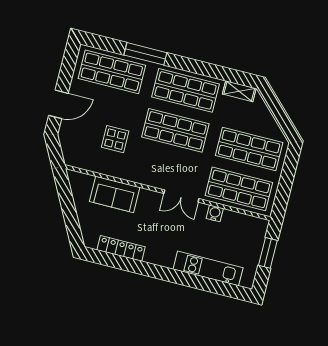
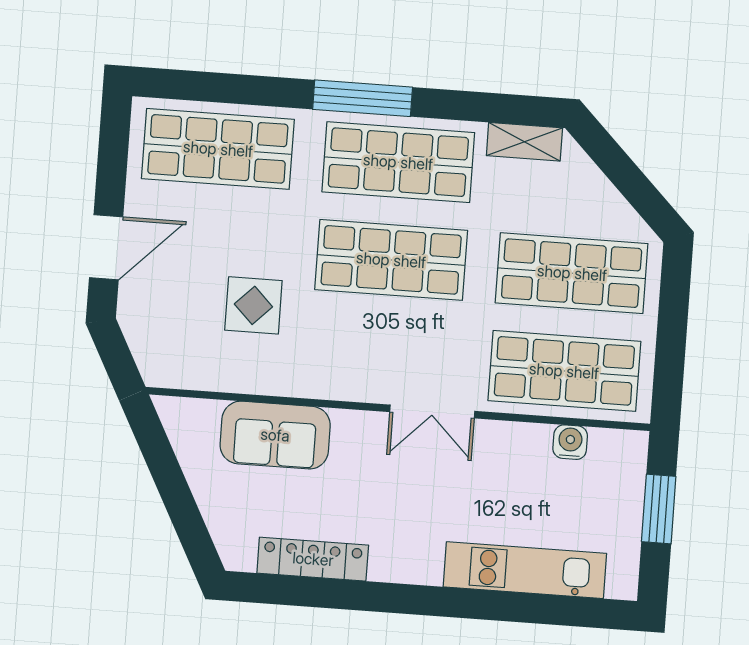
window: (145, 54) -> (363, 98), moved
water cooler: (215, 213) -> (570, 442), moved

